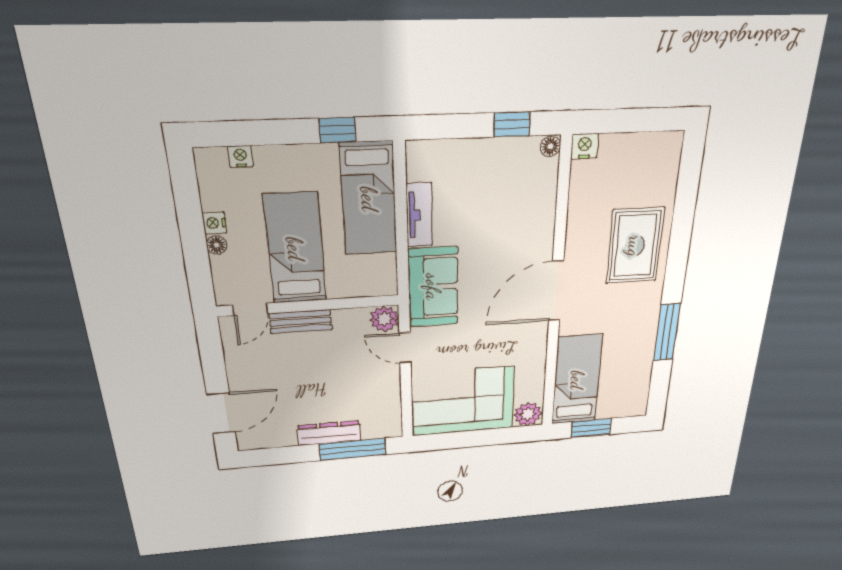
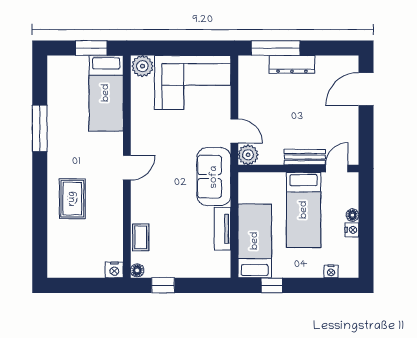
coffee table: (542, 197) -> (141, 237), added
rug: (635, 246) -> (72, 199), width x0.73, depth x0.70
door: (556, 291) -> (127, 168), width x0.53

